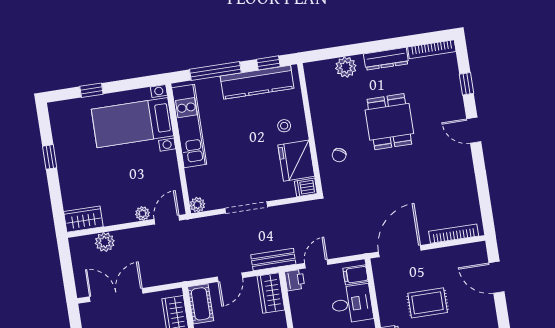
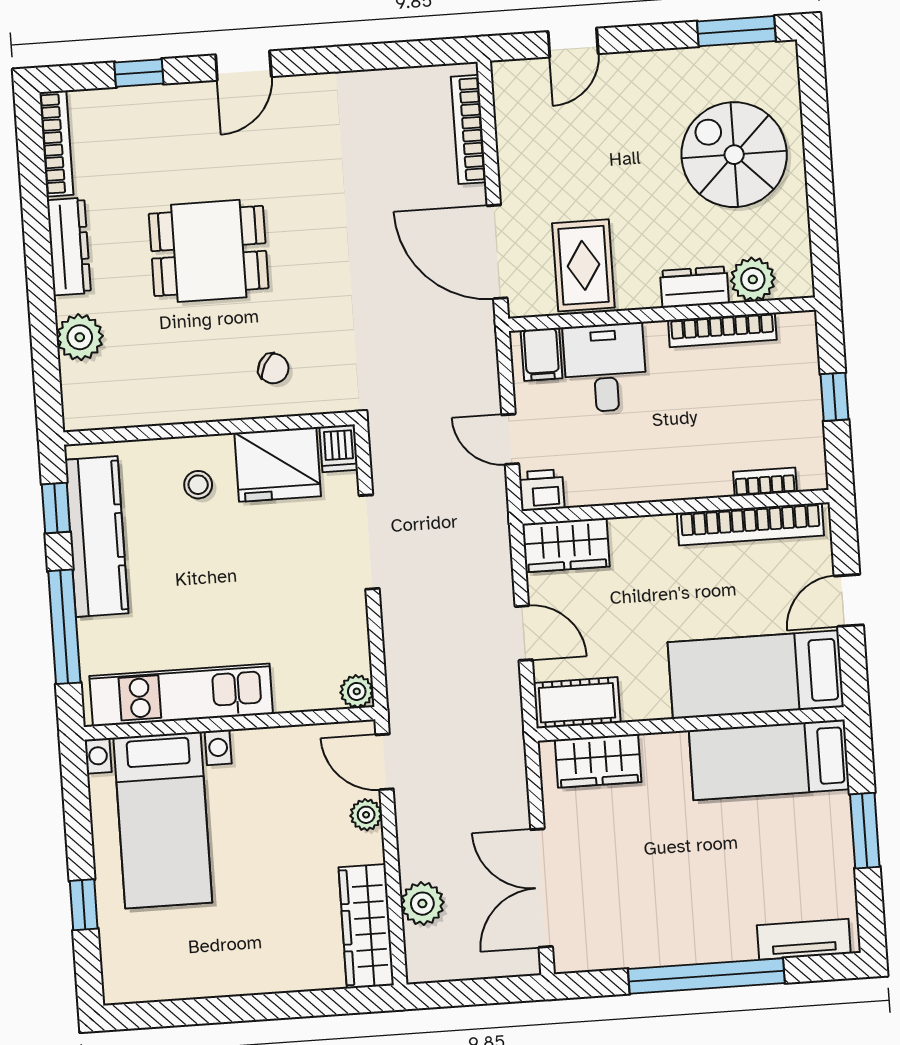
window: (50, 157) -> (224, 1010), removed
doorway: (246, 207) -> (369, 542), moved
wardrobe: (83, 219) -> (366, 926), width x1.50
bench: (273, 260) -> (492, 534), removed
door: (497, 277) -> (573, 43), width x0.73
rug: (428, 303) -> (583, 265), moved

